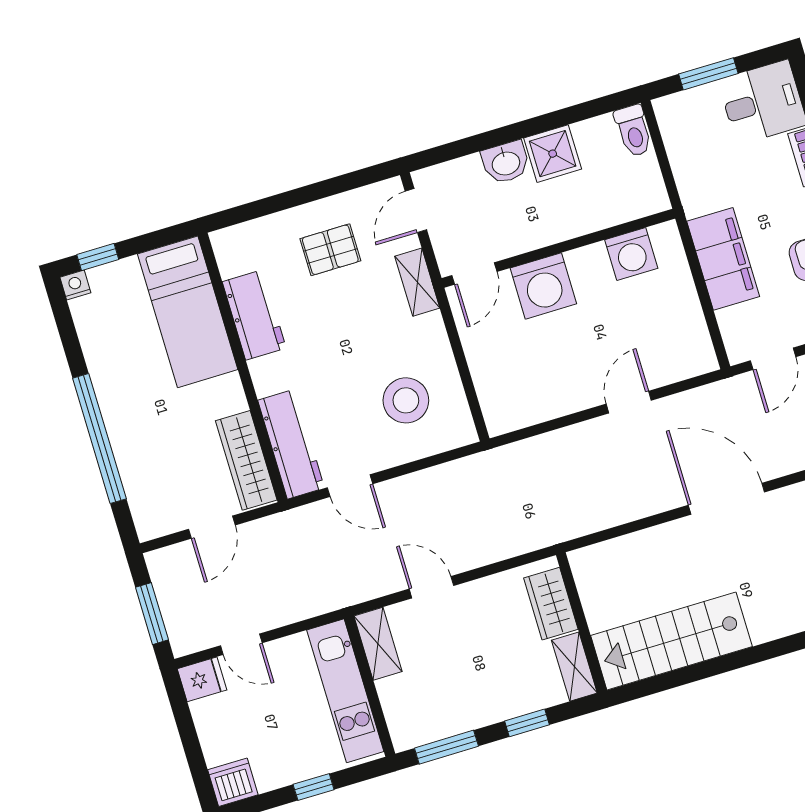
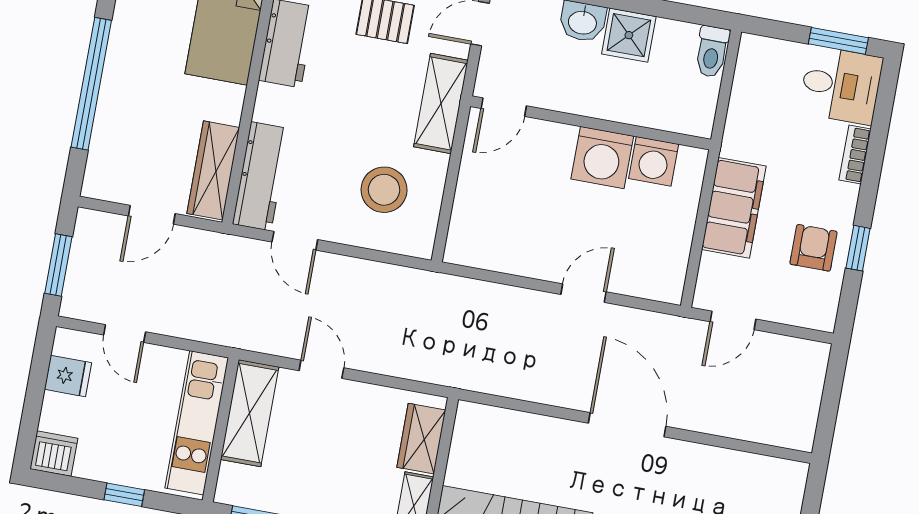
window: (708, 74) -> (838, 41), moved
shelving: (417, 282) -> (441, 103), width x1.50, depth x1.33
washing machine: (543, 286) -> (602, 158), moved
shelving: (378, 644) -> (250, 413), width x1.50, depth x1.33
fridge: (202, 679) -> (68, 376), moved

